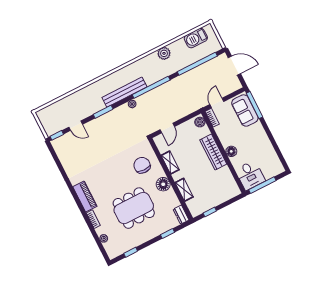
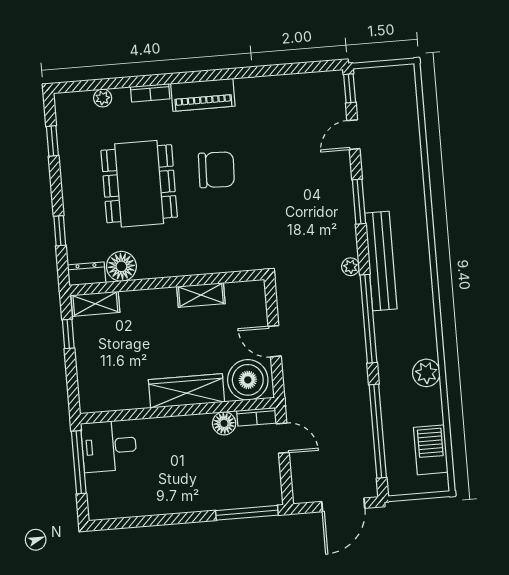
sofa: (245, 110) -> (244, 489), removed
boiler: (200, 122) -> (248, 380), width x1.86, depth x1.86
door: (167, 128) -> (275, 341), moved
floor lamp: (231, 151) -> (224, 423), moved
chair: (142, 165) -> (216, 170), moved
floor lamp: (163, 184) -> (121, 266), moved
shelving: (184, 190) -> (95, 304), moved

